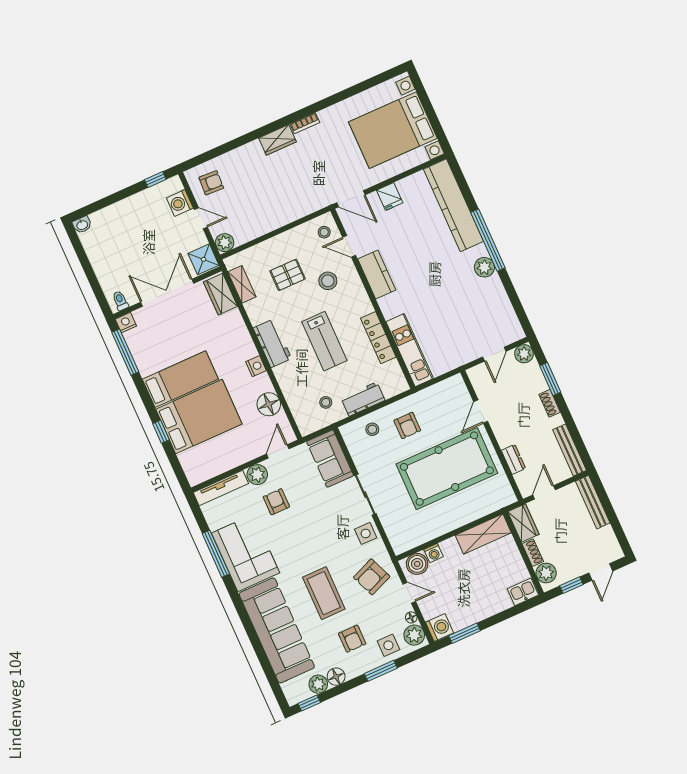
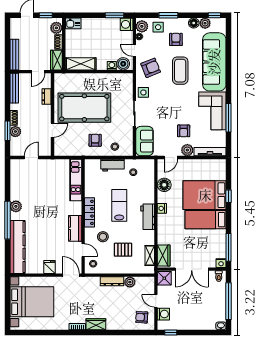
dresser: (283, 218) -> (112, 281), added
plant: (225, 243) -> (130, 282), moved
window: (88, 268) -> (228, 301), added
locker: (378, 338) -> (90, 212), moved
plant: (524, 354) -> (15, 132), moved

